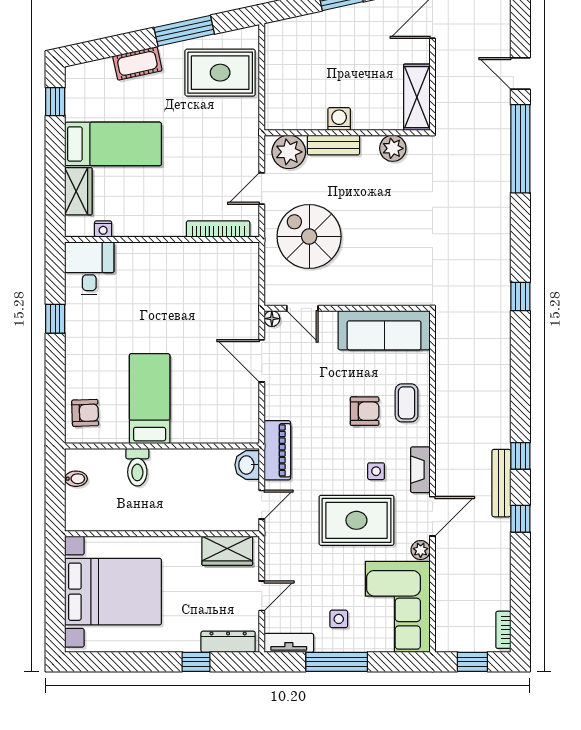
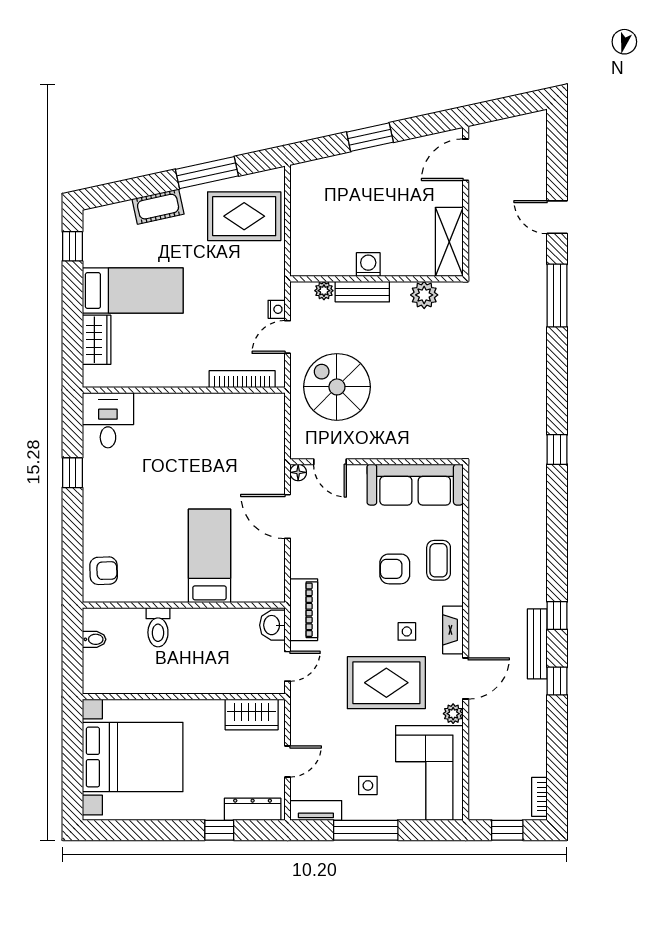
window: (520, 149) -> (557, 296), width x0.68
plant: (289, 152) -> (324, 291), width x0.53, depth x0.53
nightstand: (103, 229) -> (277, 309), moved, turned -90
bed: (150, 399) -> (209, 556), moved
armchair: (365, 411) -> (395, 569), turned 180

